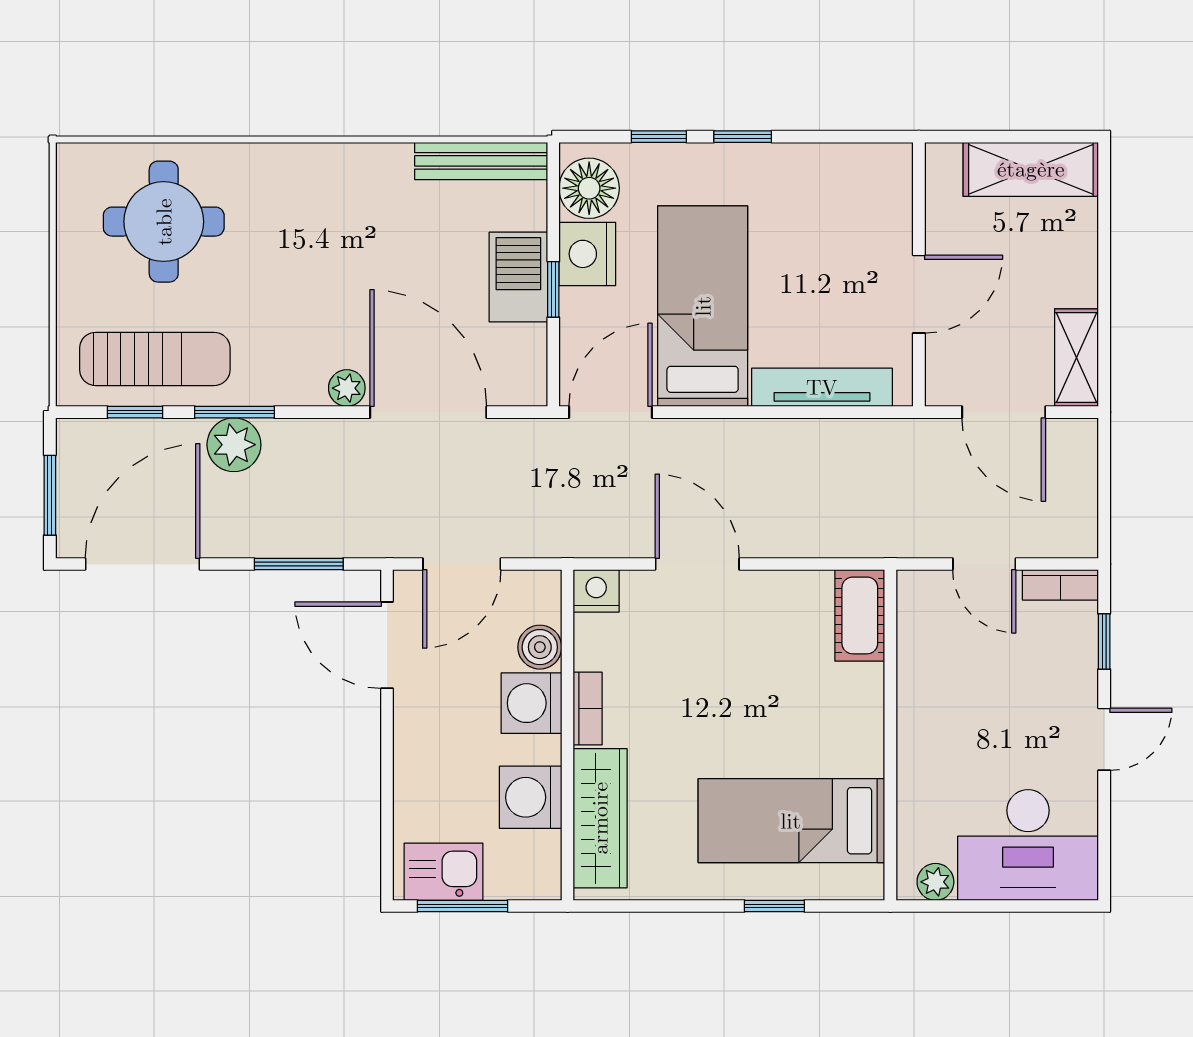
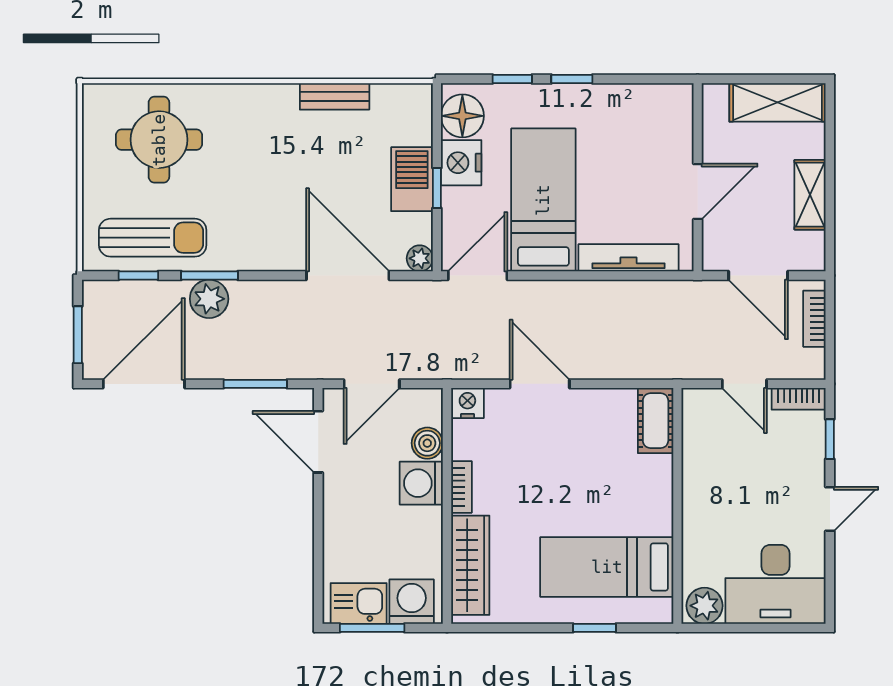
bench: (481, 161) -> (335, 96), moved, width x0.73
shelving: (1076, 358) -> (810, 195), moved
plant: (347, 388) -> (420, 258), moved
bookcase: (1083, 473) -> (814, 319), added
washing machine: (531, 797) -> (412, 602), moved, turned 90
plant: (935, 882) -> (705, 606), width x1.38, depth x1.38

